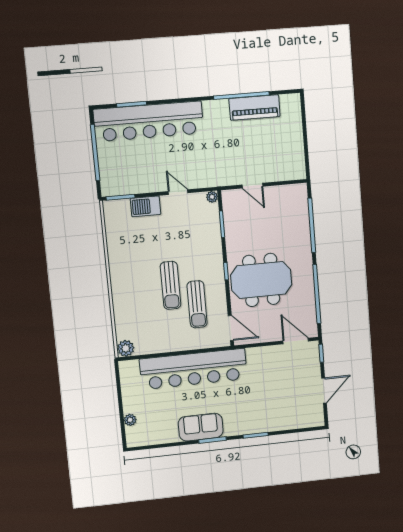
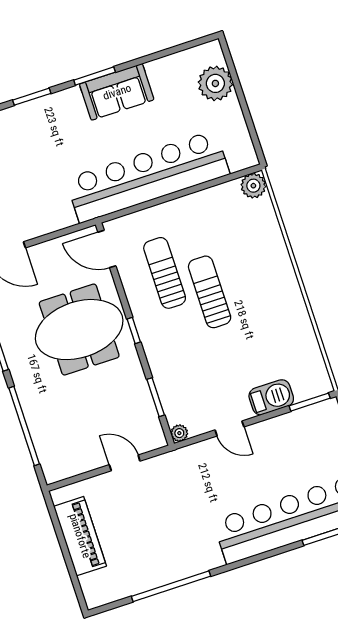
piano: (255, 107) -> (80, 536), moved, turned 90
plant: (130, 420) -> (215, 83), width x1.87, depth x1.87

